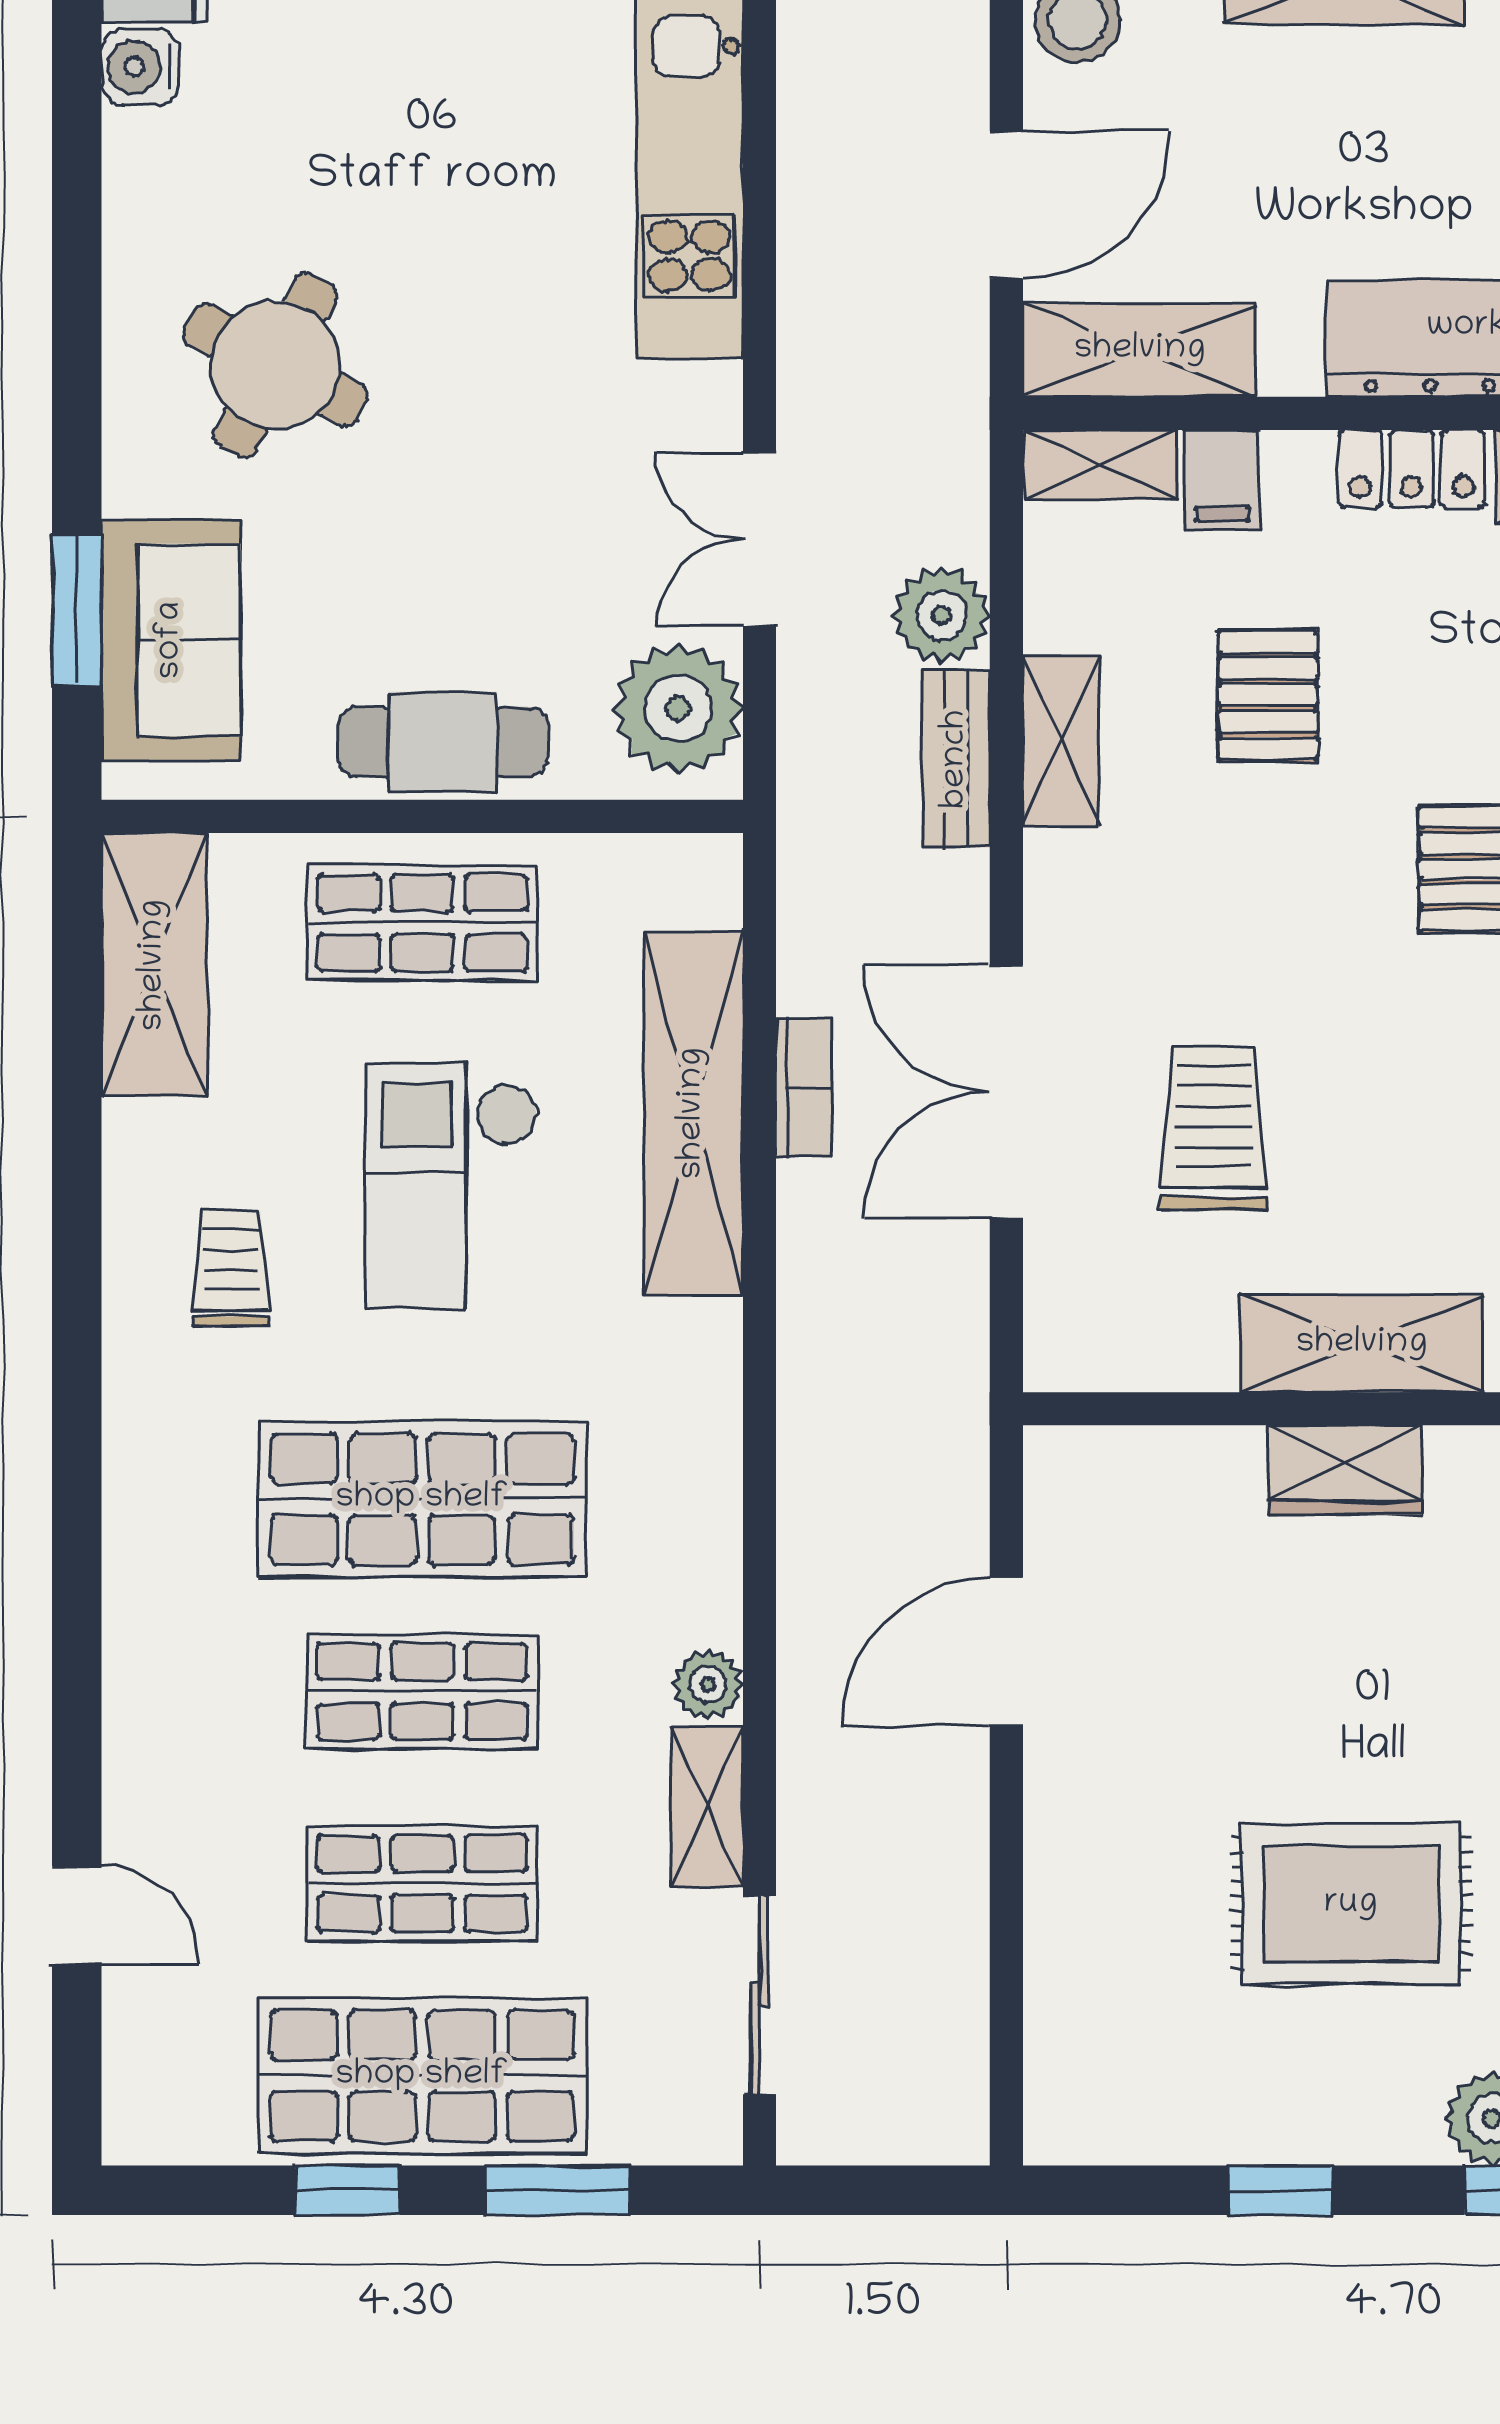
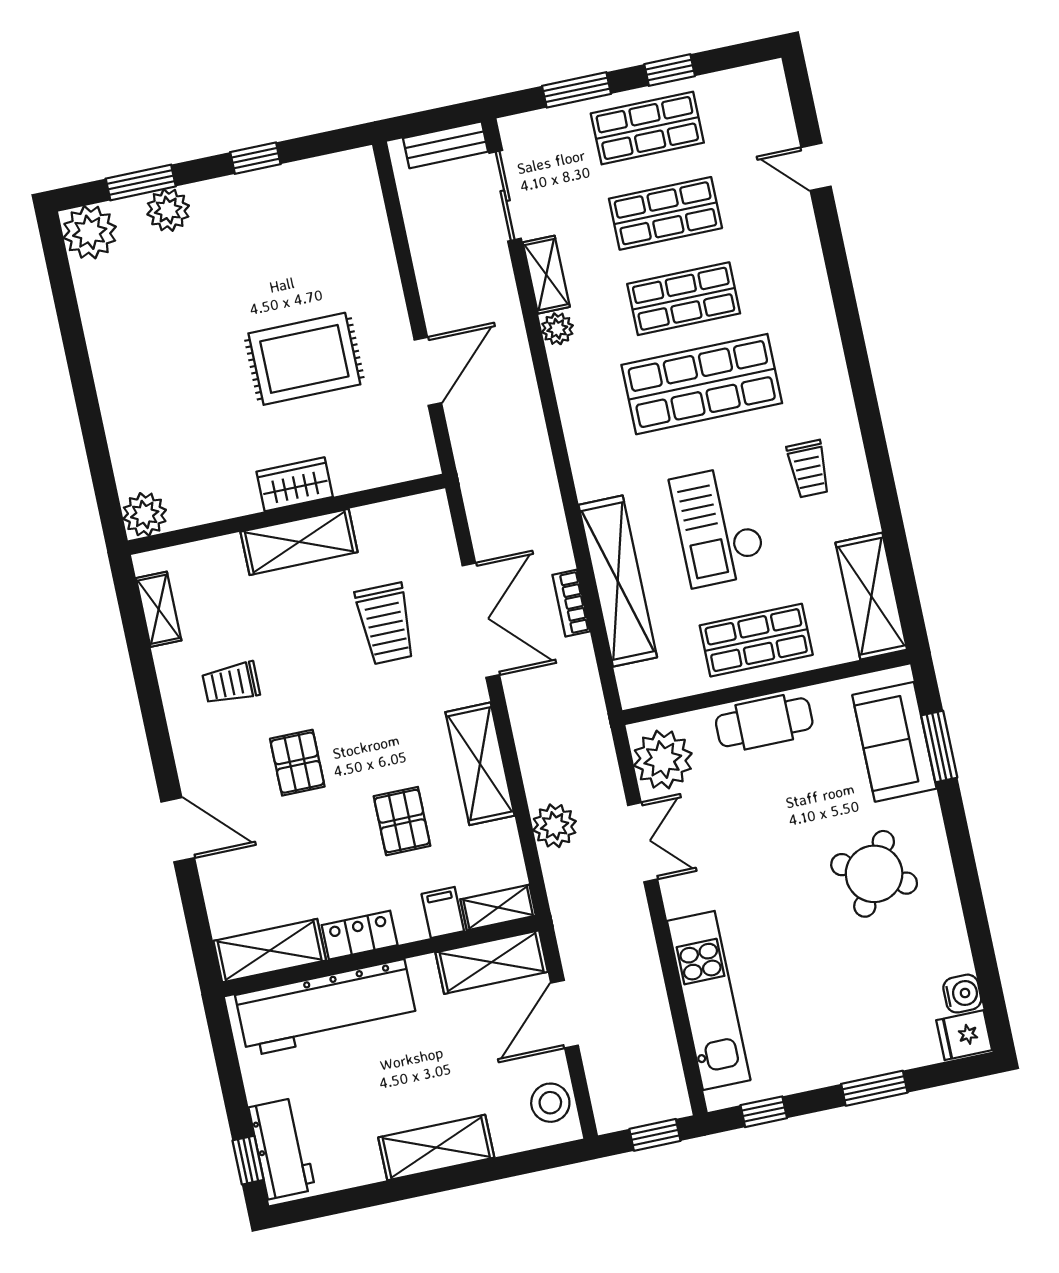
shelving: (1061, 740) -> (480, 764), width x1.50, depth x1.33
bench: (956, 759) -> (446, 145), moved, turned 90
checkout: (452, 1186) -> (718, 526), turned 180
rug: (1351, 1904) -> (304, 359), moved
shop shelf: (422, 2076) -> (647, 128), width x0.70, depth x0.74

